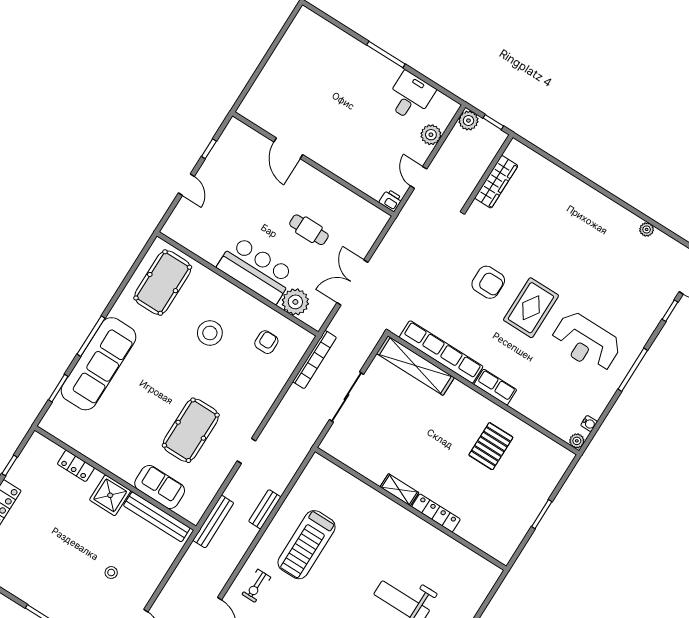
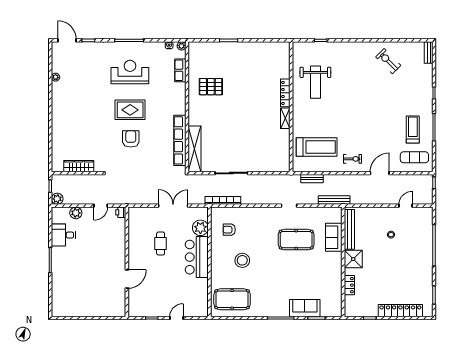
double door: (352, 283) -> (173, 206), swing flipped
reception desk: (586, 342) -> (130, 72), turned -90
sofa: (98, 364) -> (305, 308), width x0.54, depth x0.79
row of seats: (495, 387) -> (180, 70), moved
shelving: (399, 490) -> (285, 118), moved
wall: (411, 509) -> (291, 107), moved
locker: (436, 513) -> (285, 93), moved

